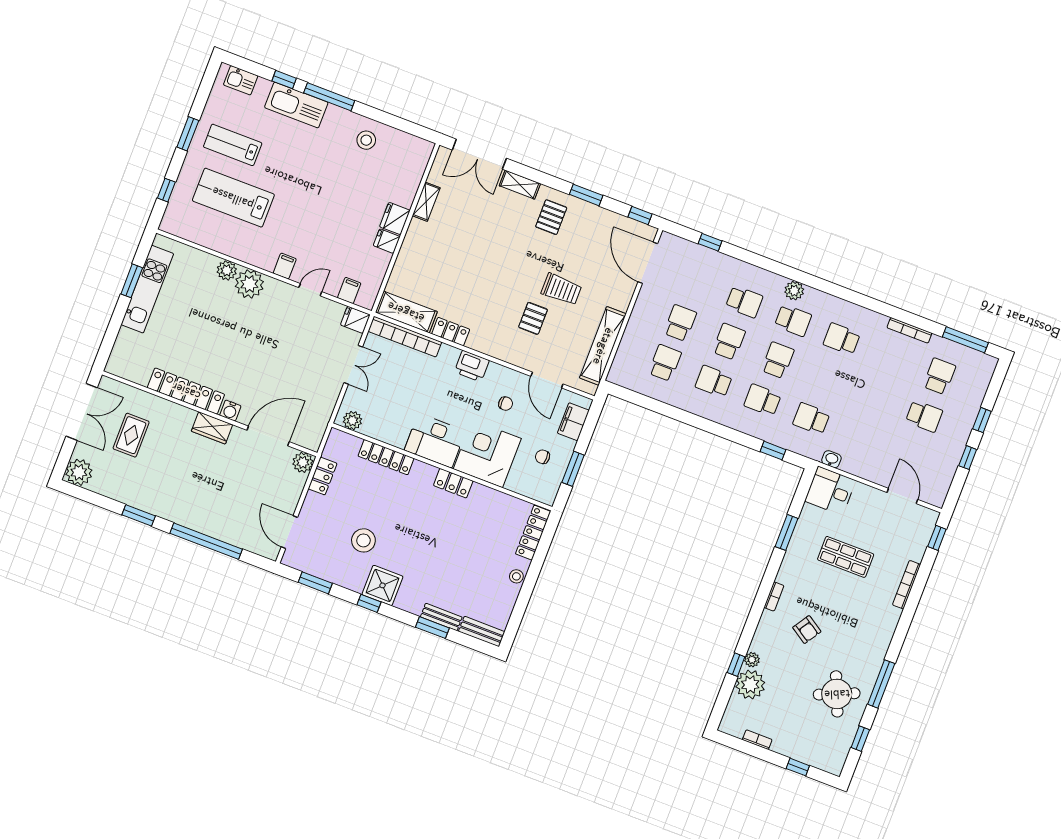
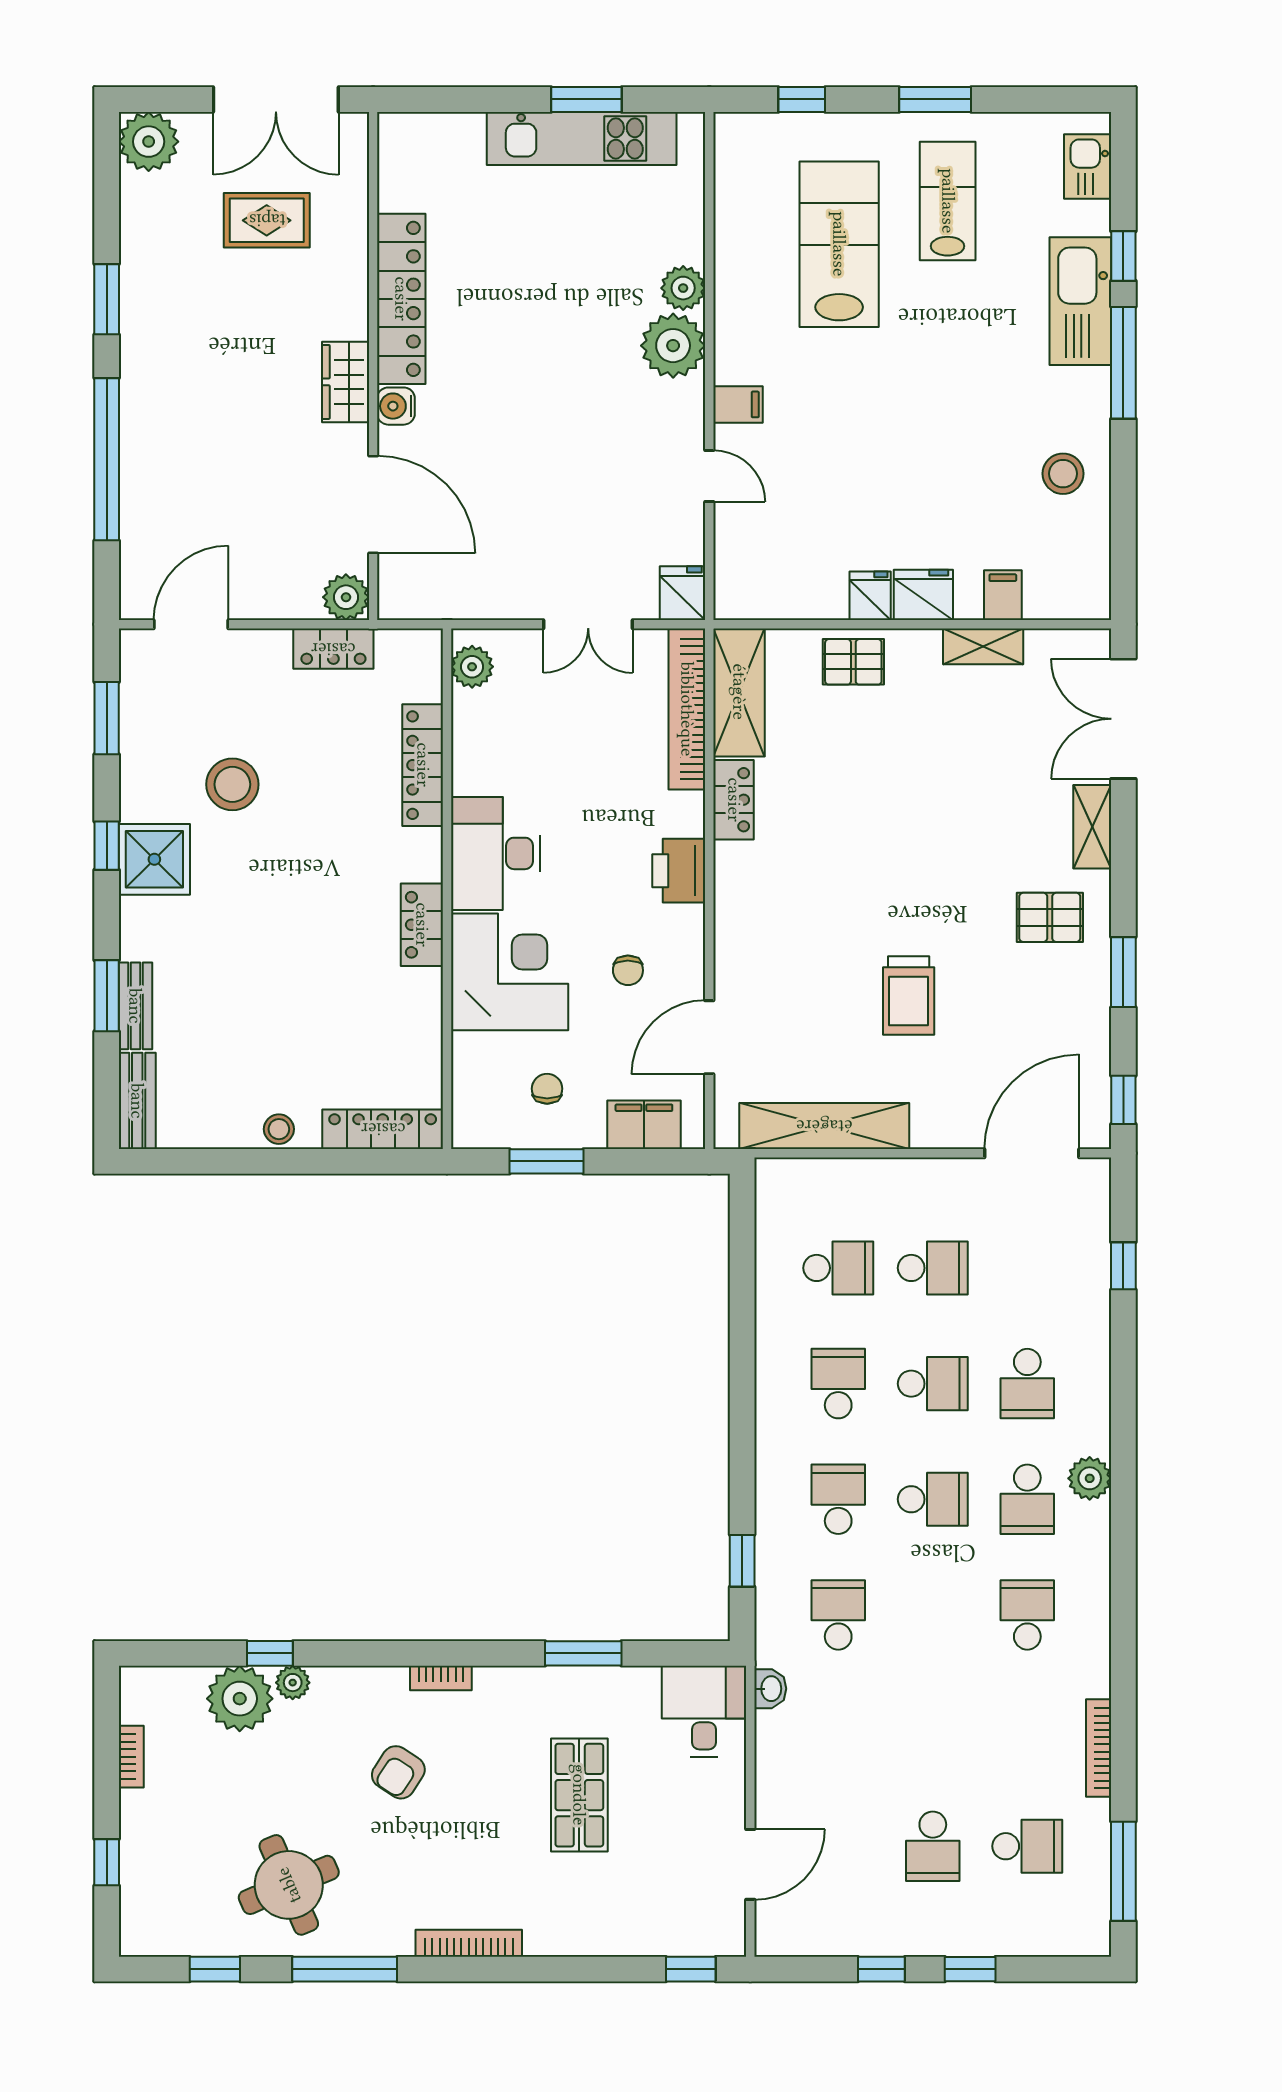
filing cabinet: (349, 290) -> (1003, 595), moved, turned -90
pallet: (533, 318) -> (853, 662), moved
bookcase: (907, 585) -> (469, 1943), moved

